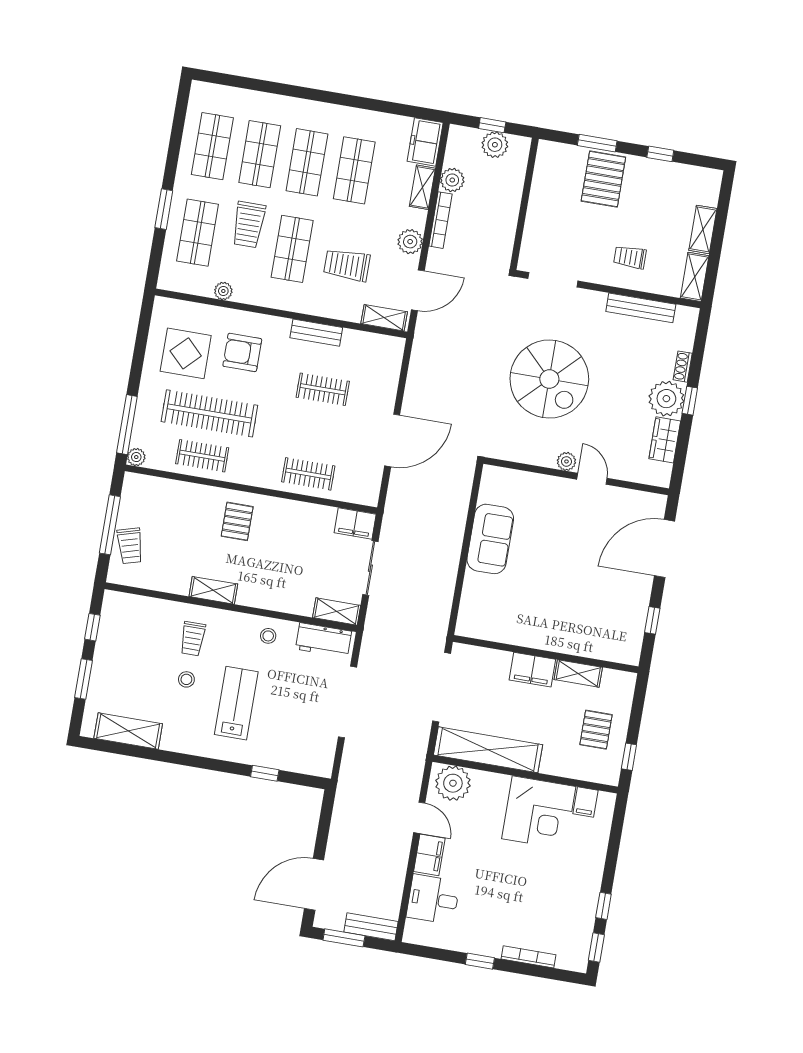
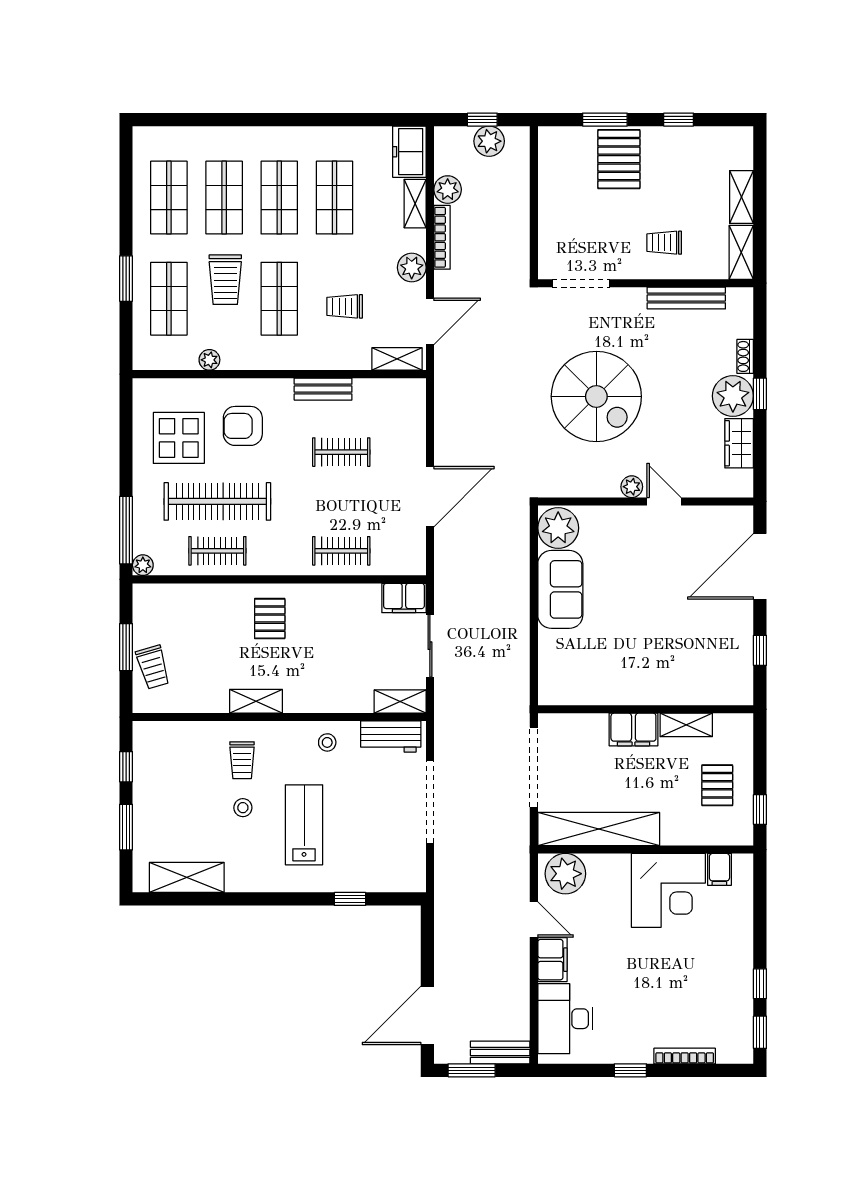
trolley: (347, 265) -> (345, 306), width x0.73, depth x0.72
plant: (497, 486) -> (558, 528), added
window: (110, 525) -> (126, 647), width x0.69
desk: (433, 899) -> (565, 1019), width x1.37

